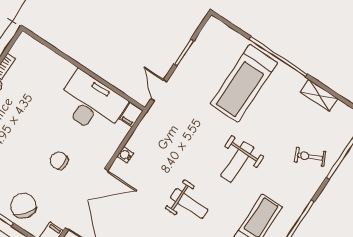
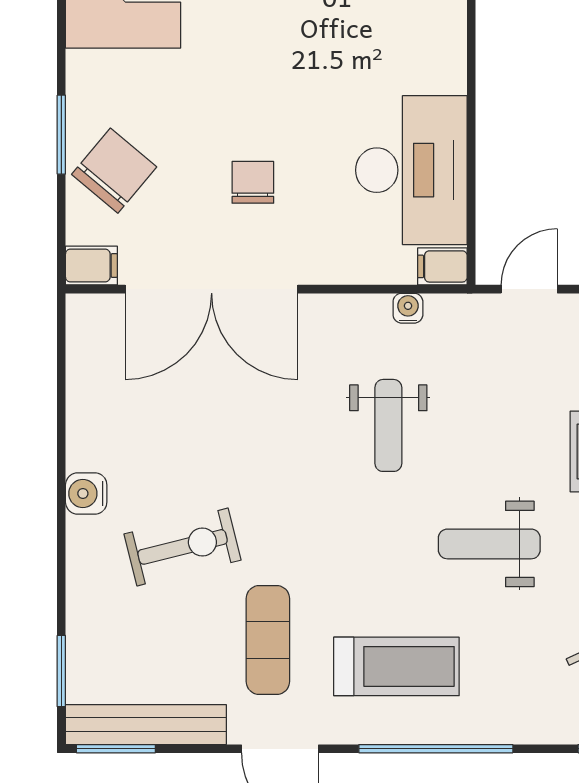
water cooler: (125, 155) -> (408, 308), moved
weight bench: (189, 204) -> (388, 425), moved

